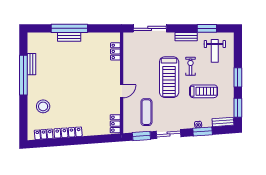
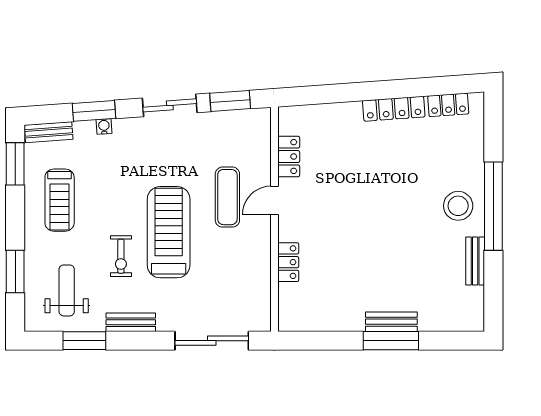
window: (69, 28) -> (391, 341), width x0.68
locker: (115, 51) -> (288, 262), moved
window: (23, 75) -> (493, 206), moved
window: (238, 77) -> (15, 272), moved
treadmill: (204, 91) -> (60, 200), moved, turned -90
stool: (43, 106) -> (458, 206), moved
exercise mat: (146, 112) -> (227, 197), moved
locker: (115, 124) -> (289, 157), moved

